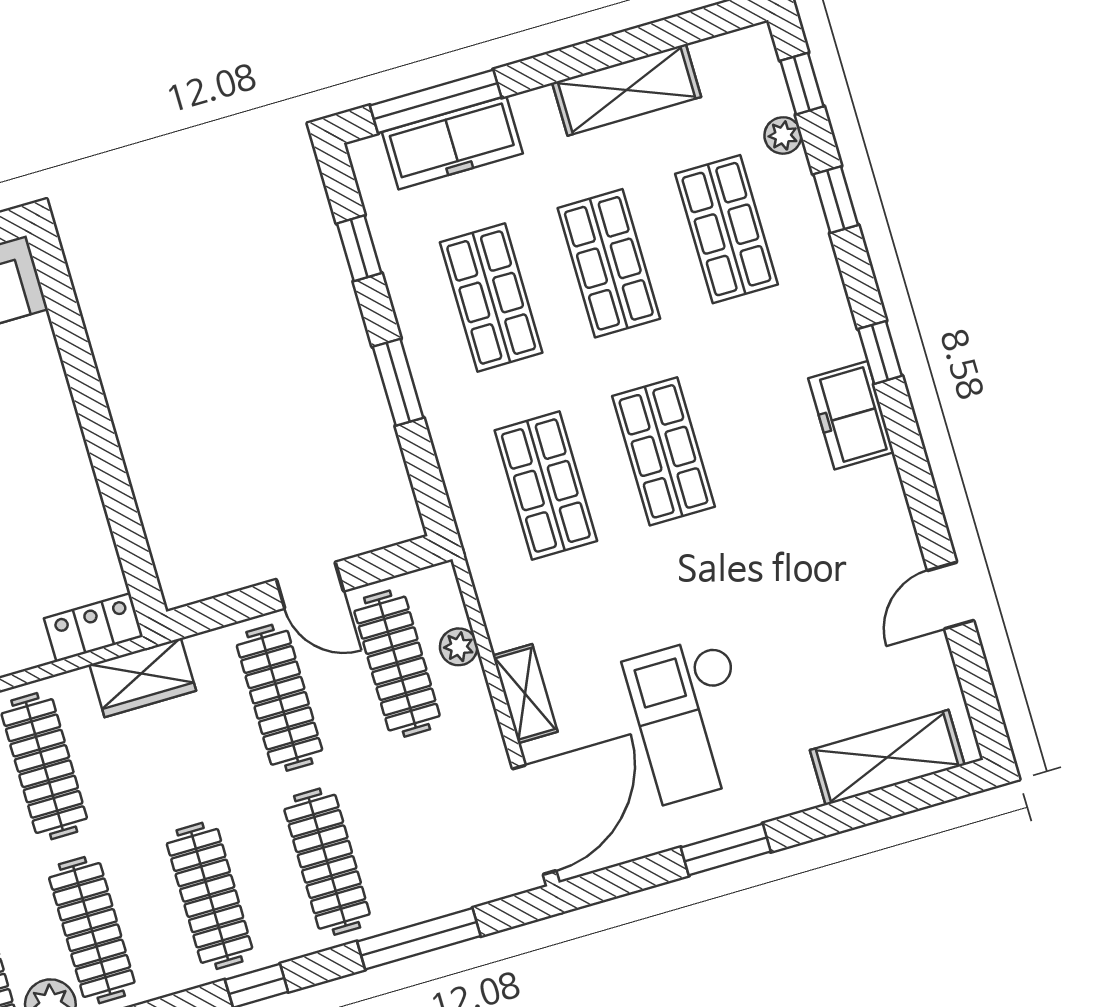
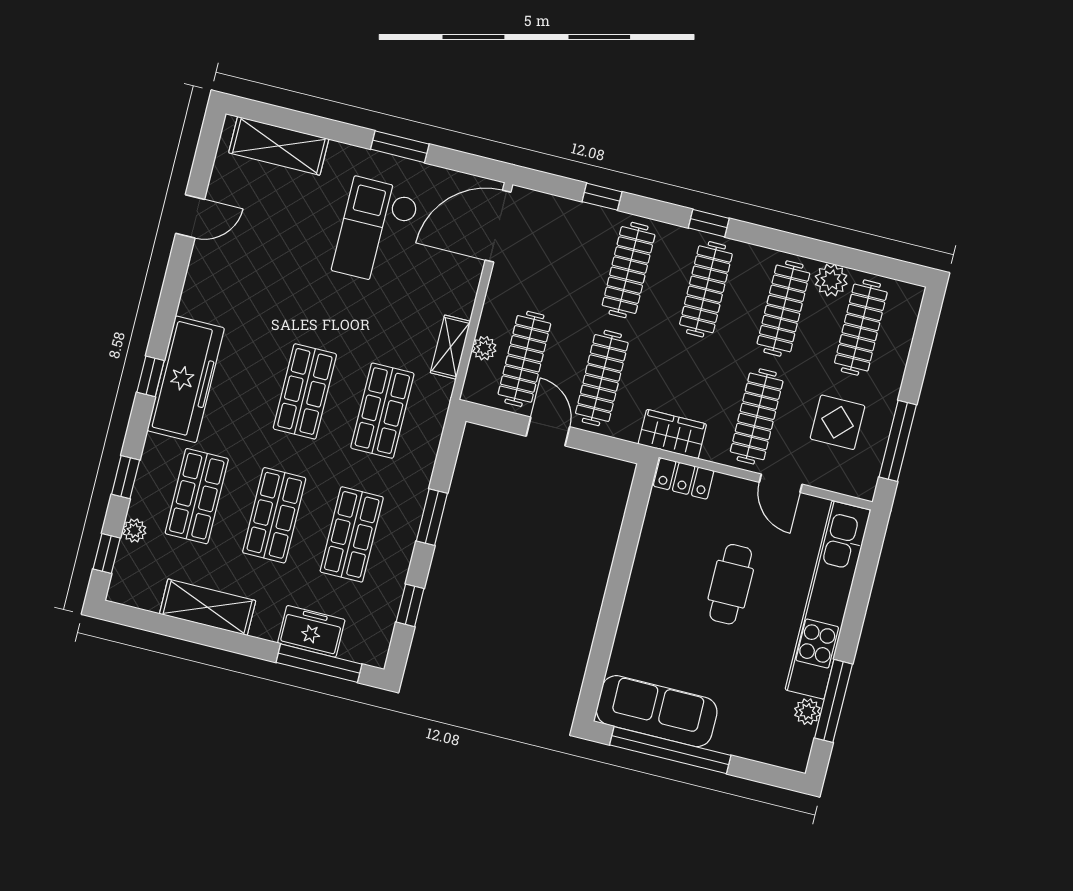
freezer: (452, 143) -> (311, 631), width x0.71
freezer: (851, 415) -> (186, 379), width x1.91, depth x1.26
shelving: (525, 694) -> (450, 347), moved
checkout: (693, 719) -> (376, 231), turned 180
window: (419, 939) -> (602, 197), width x0.46

